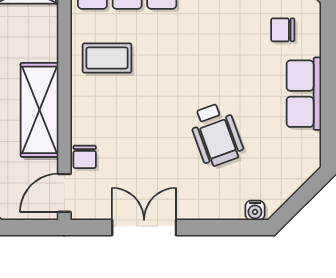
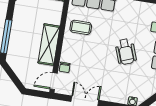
wheelchair: (216, 135) -> (126, 52), moved

